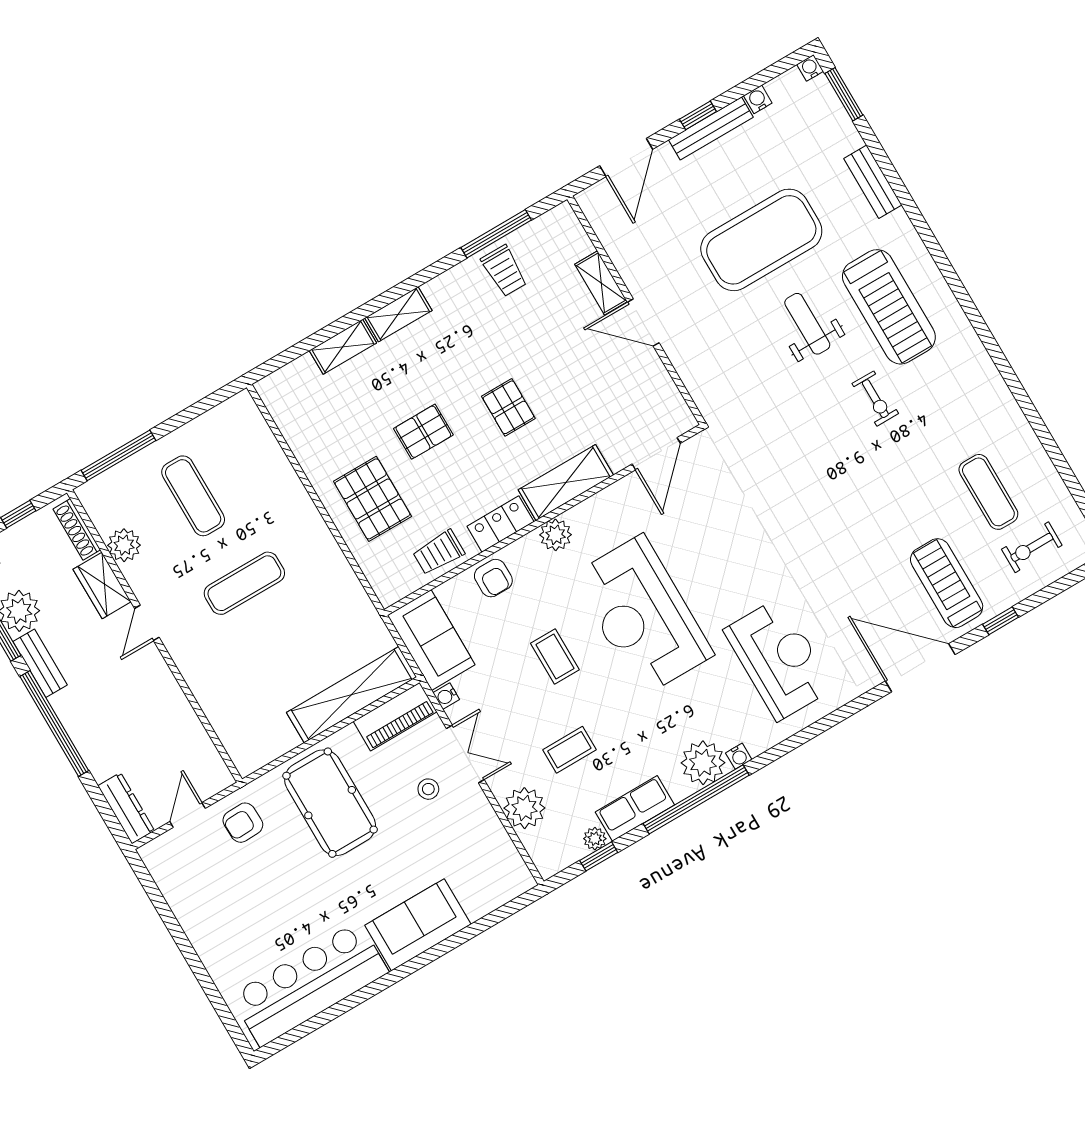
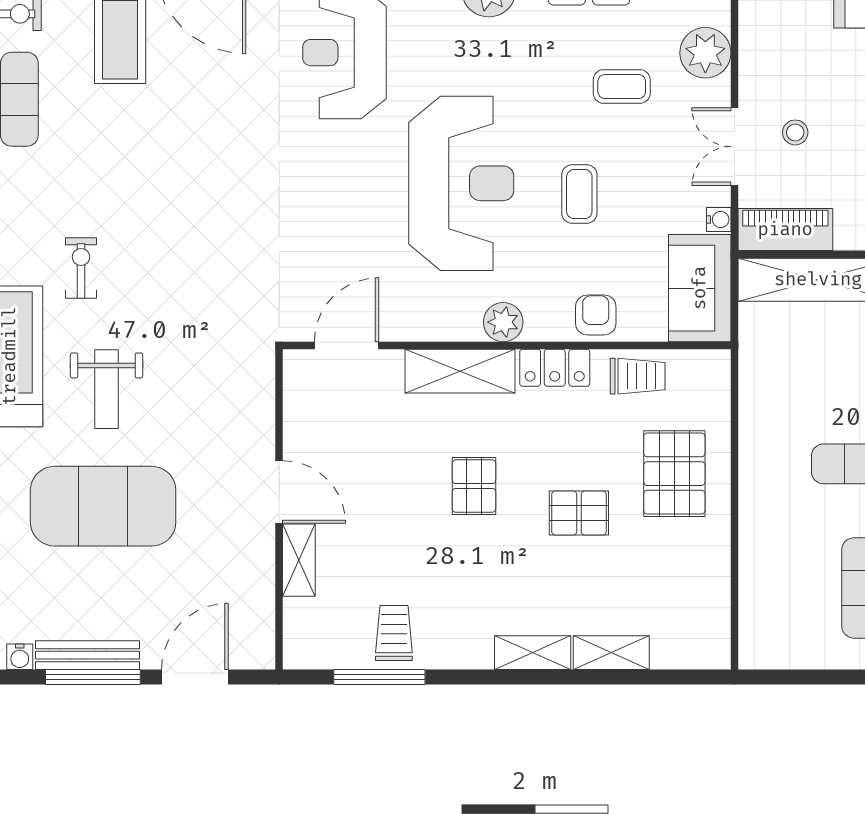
window: (698, 115) -> (93, 677), width x2.17

